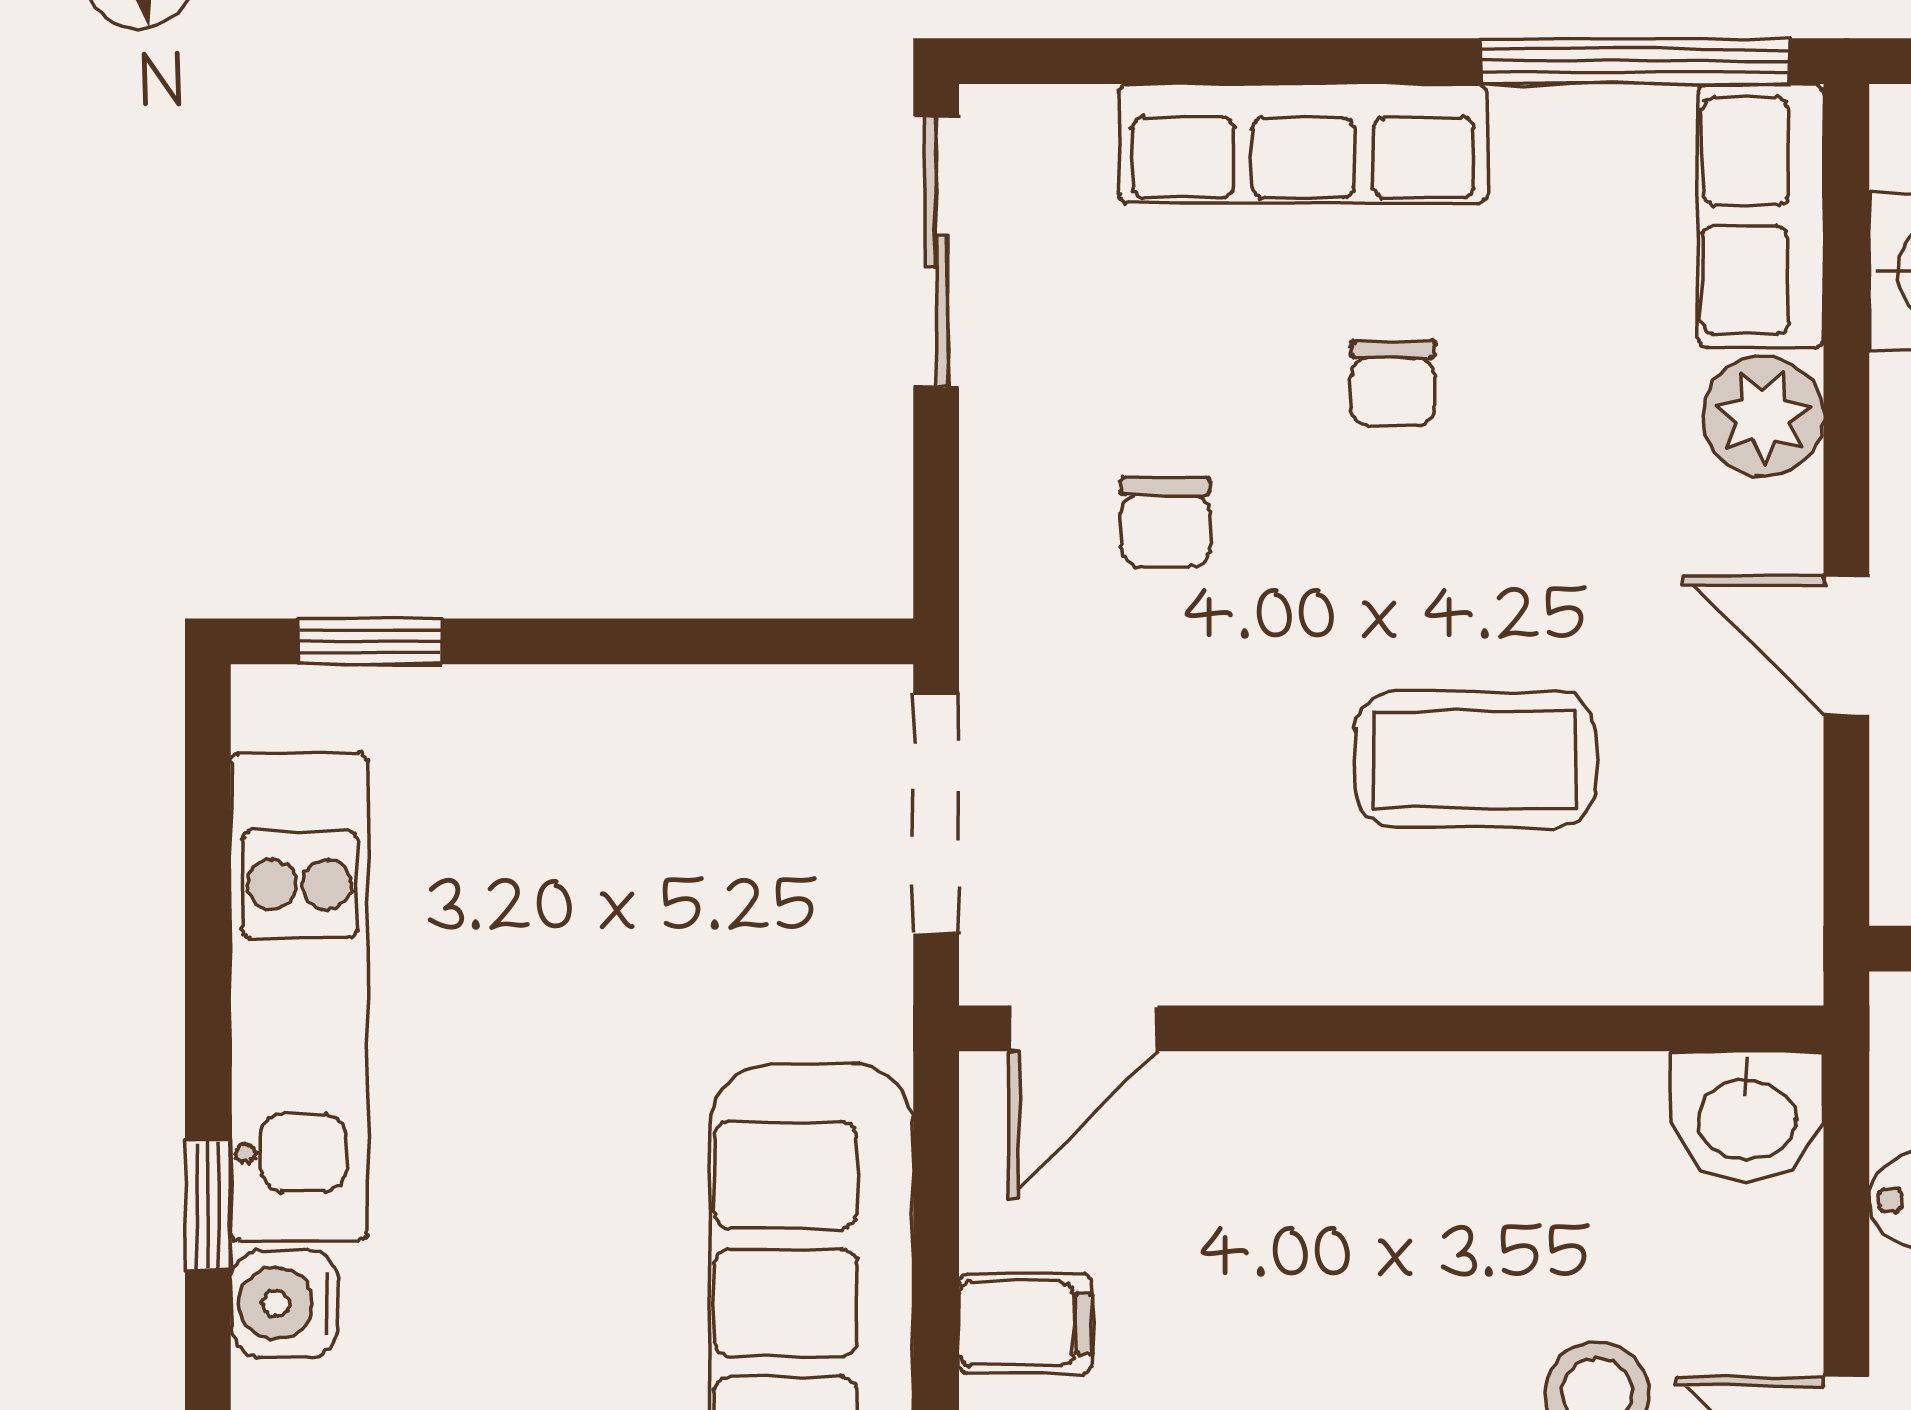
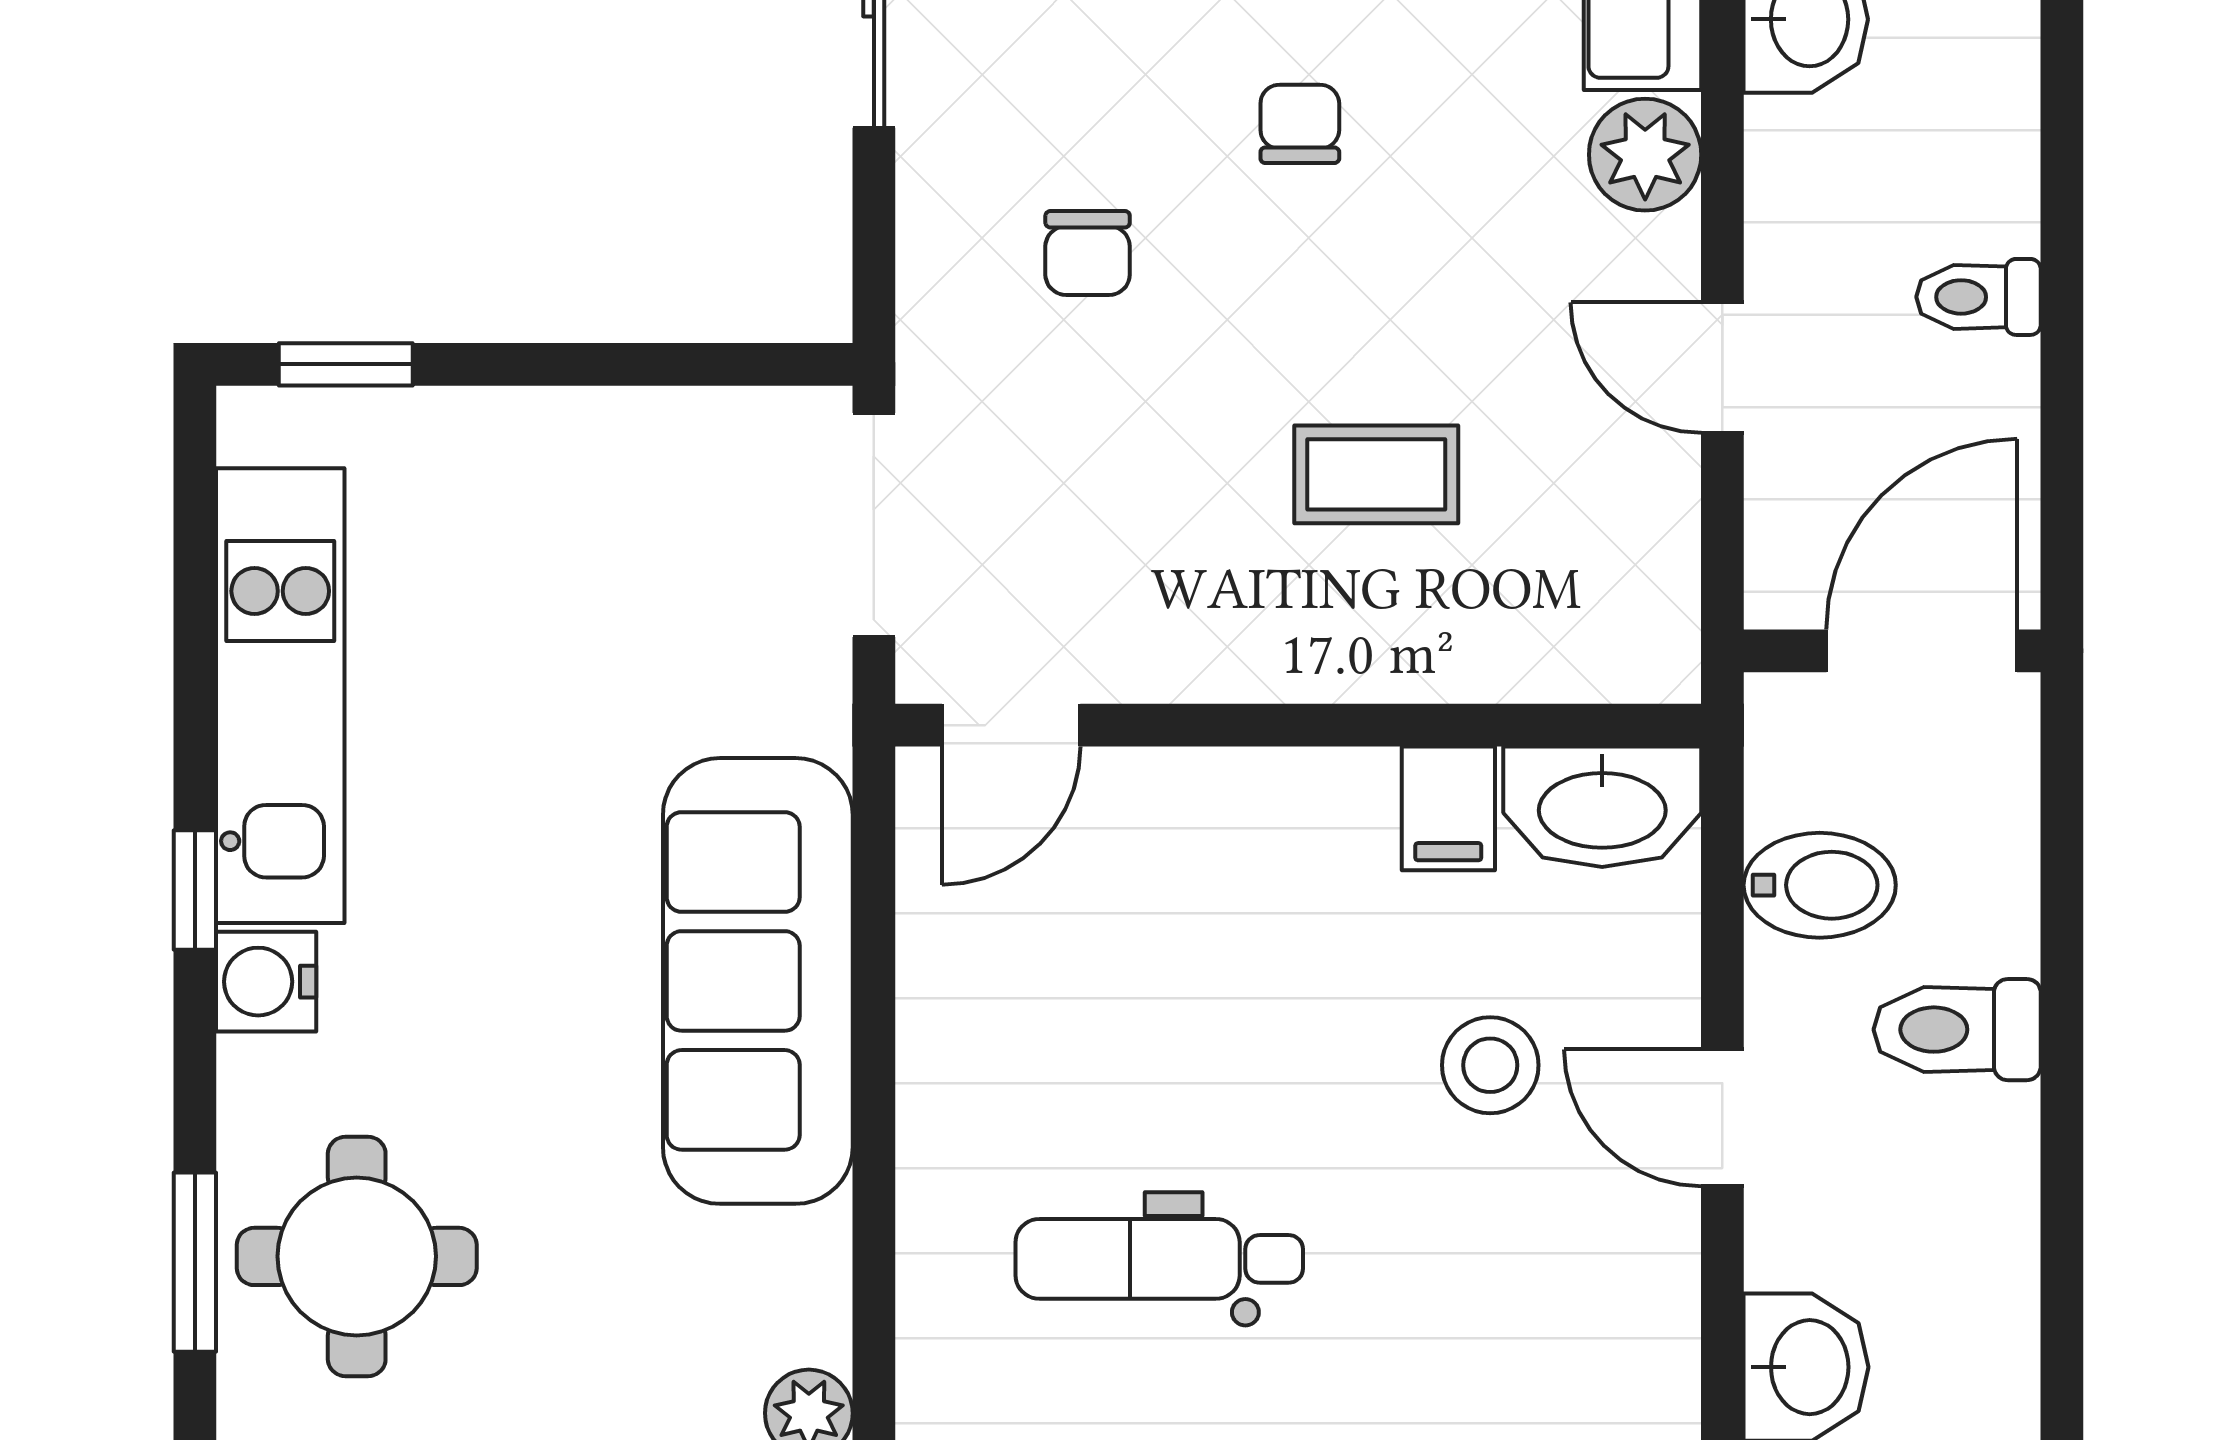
chair: (1393, 383) -> (1300, 124), turned 180
coffee table: (1475, 759) -> (1376, 474), width x0.73, depth x0.77
washbasin: (1747, 1116) -> (1602, 807), width x1.38
filing cabinet: (1025, 1324) -> (1448, 808), moved, turned 90

